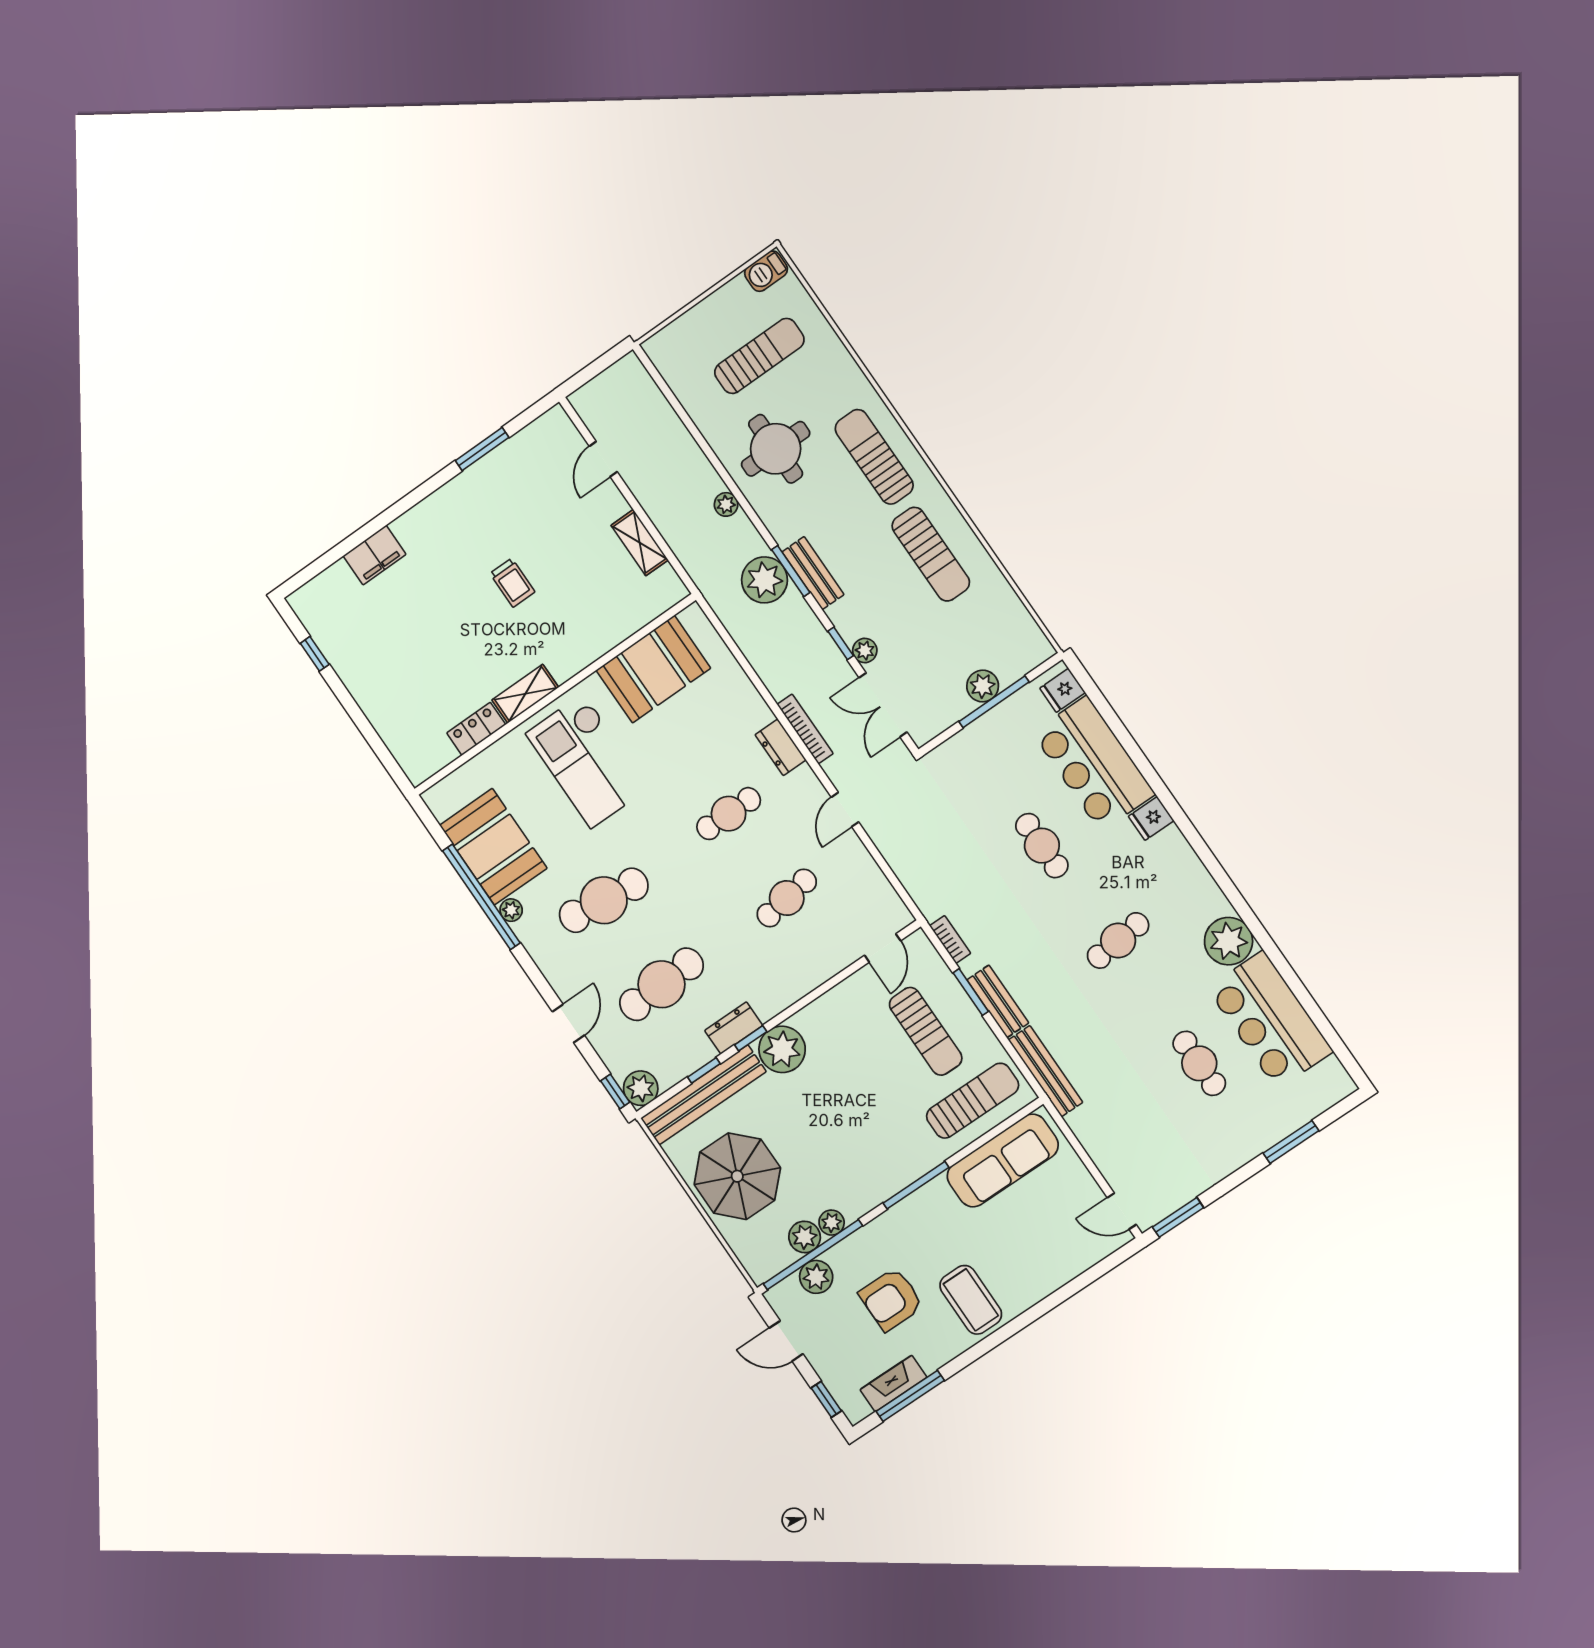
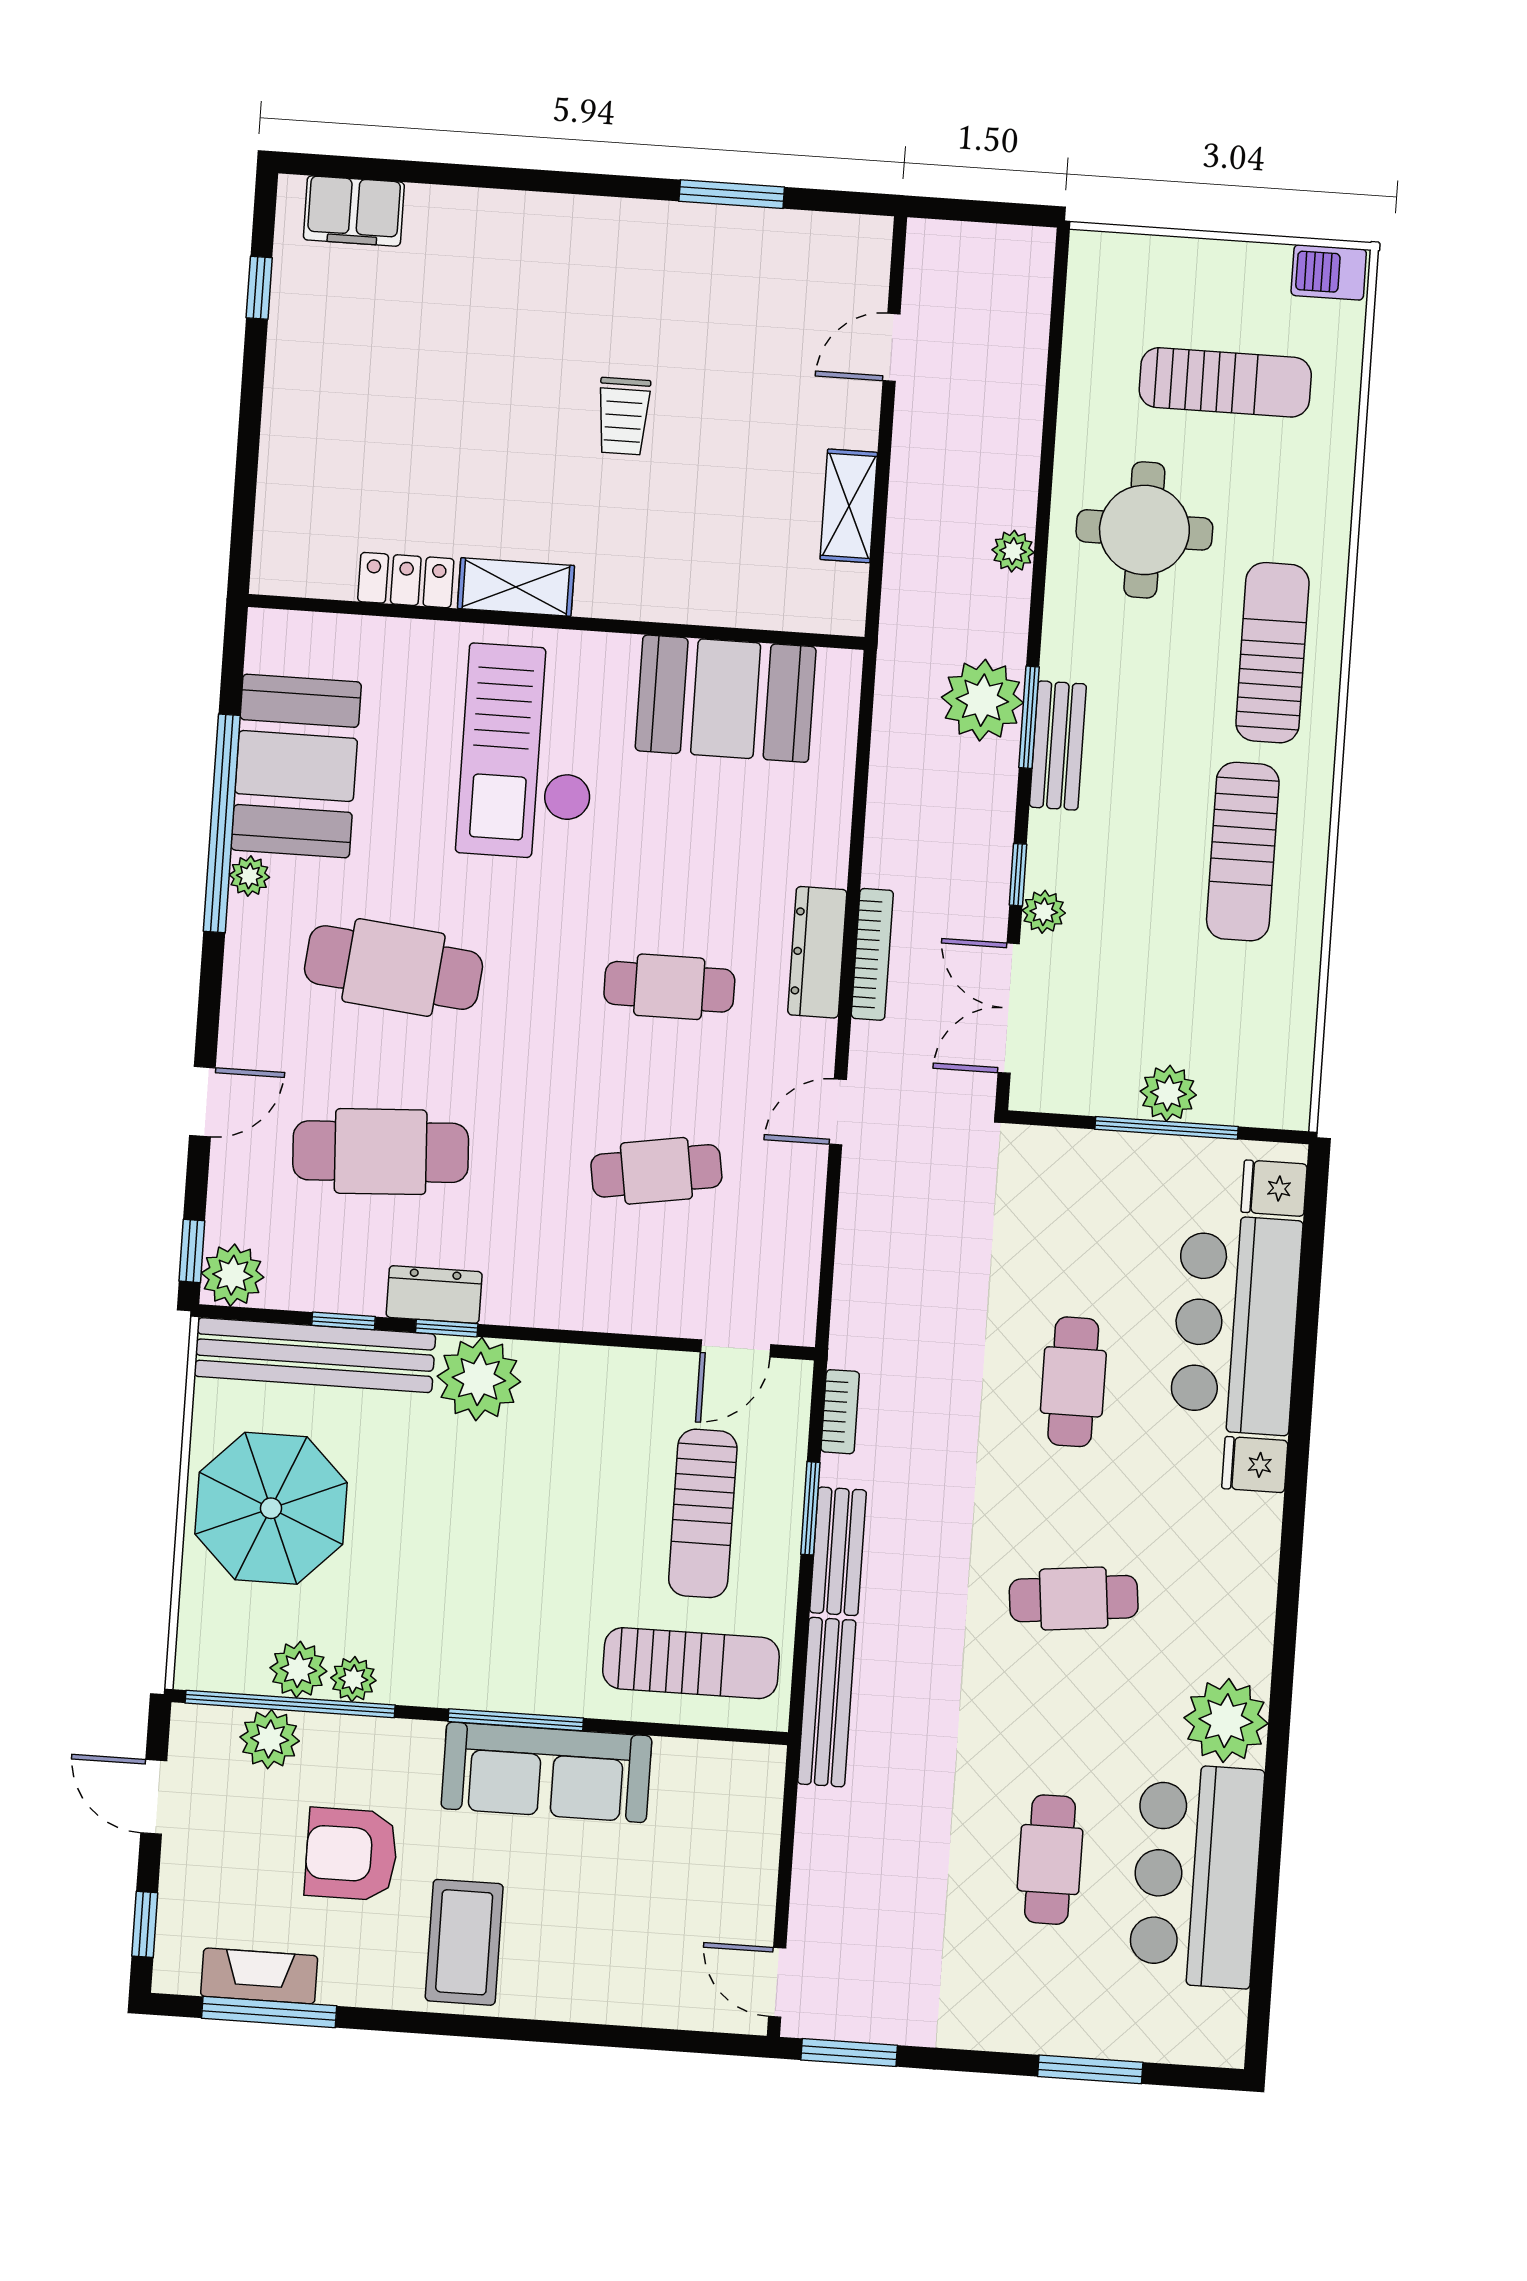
filing cabinet: (374, 555) -> (354, 211), moved
dresser: (781, 747) -> (817, 952), width x1.44
sofa: (1003, 1161) -> (546, 1772), moved

